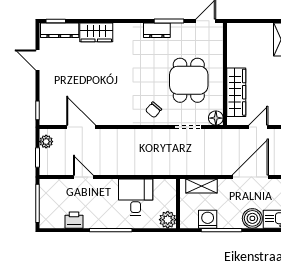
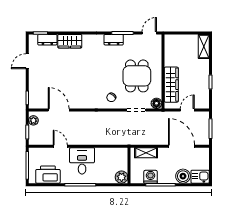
dresser: (60, 30) -> (47, 40), width x0.70
door: (38, 60) -> (27, 61), hinge flipped
door: (250, 177) -> (181, 146), hinge flipped
desk: (136, 197) -> (82, 161), moved
printer: (74, 220) -> (48, 175), width x1.87, depth x1.48

